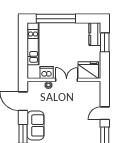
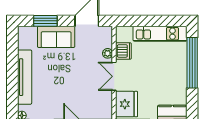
double door: (67, 80) -> (114, 76), swing flipped

